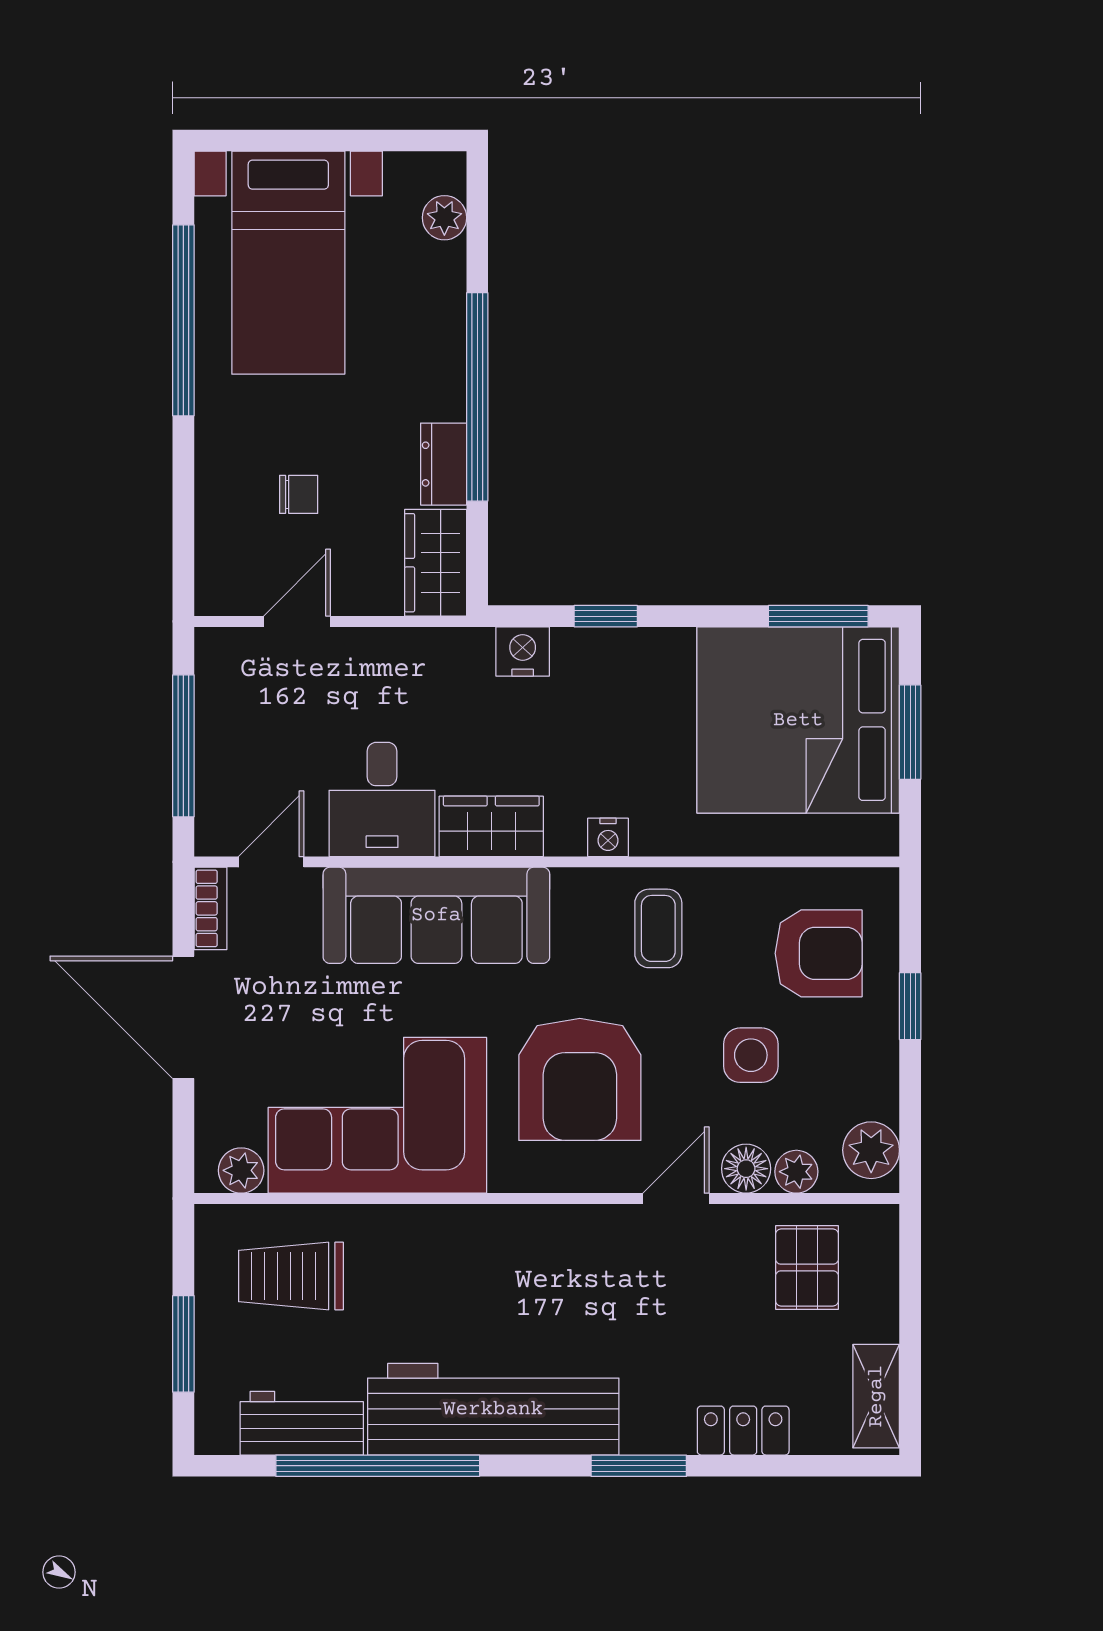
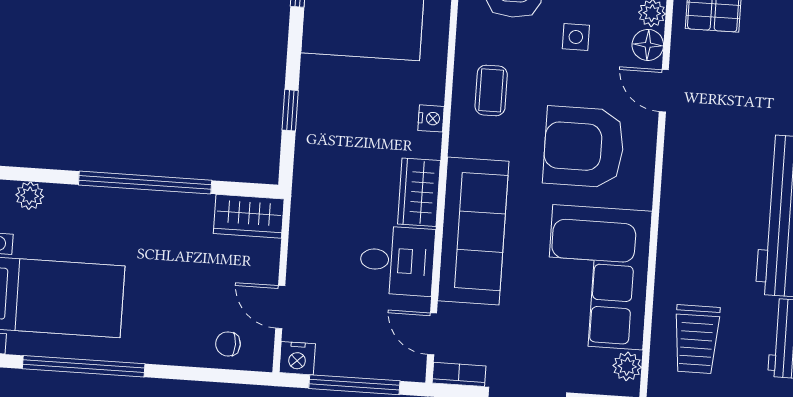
dresser: (444, 464) -> (186, 207), removed
chair: (299, 494) -> (228, 344), moved, turned -90
nightstand: (523, 651) -> (297, 358), moved, turned -90
coffee table: (658, 928) -> (491, 90), turned 90
side table: (751, 1055) -> (576, 37), width x0.73, depth x0.73
armchair: (580, 1079) -> (584, 147), turned 180

